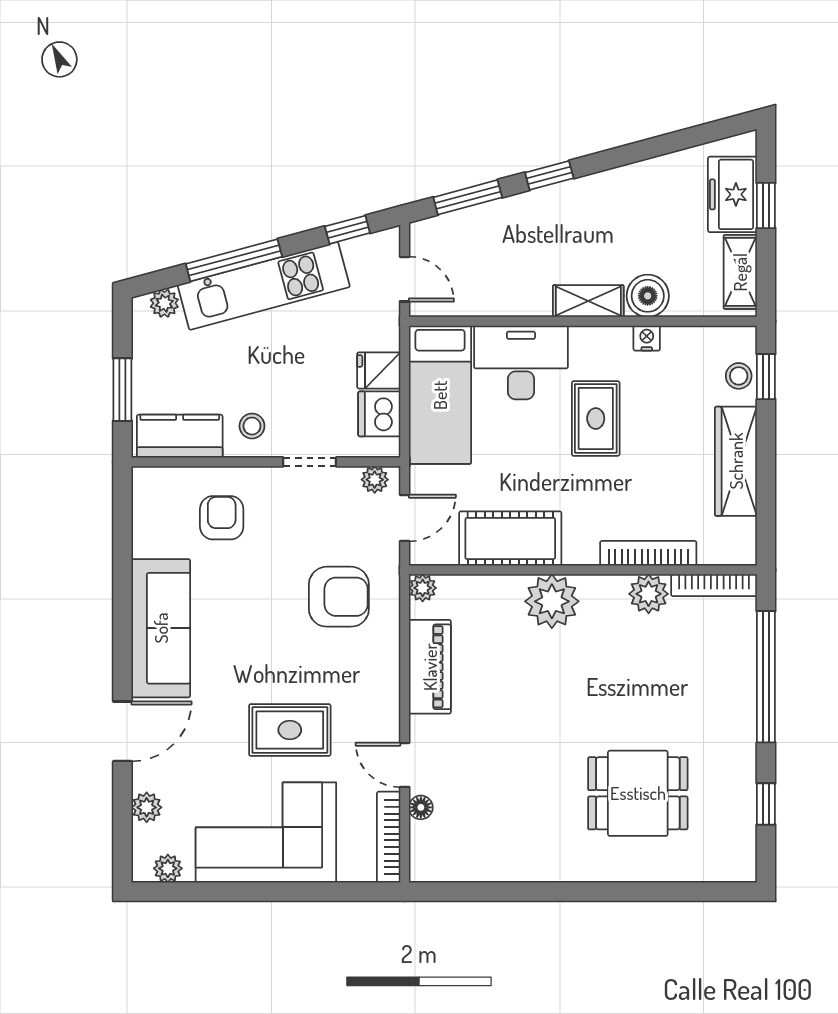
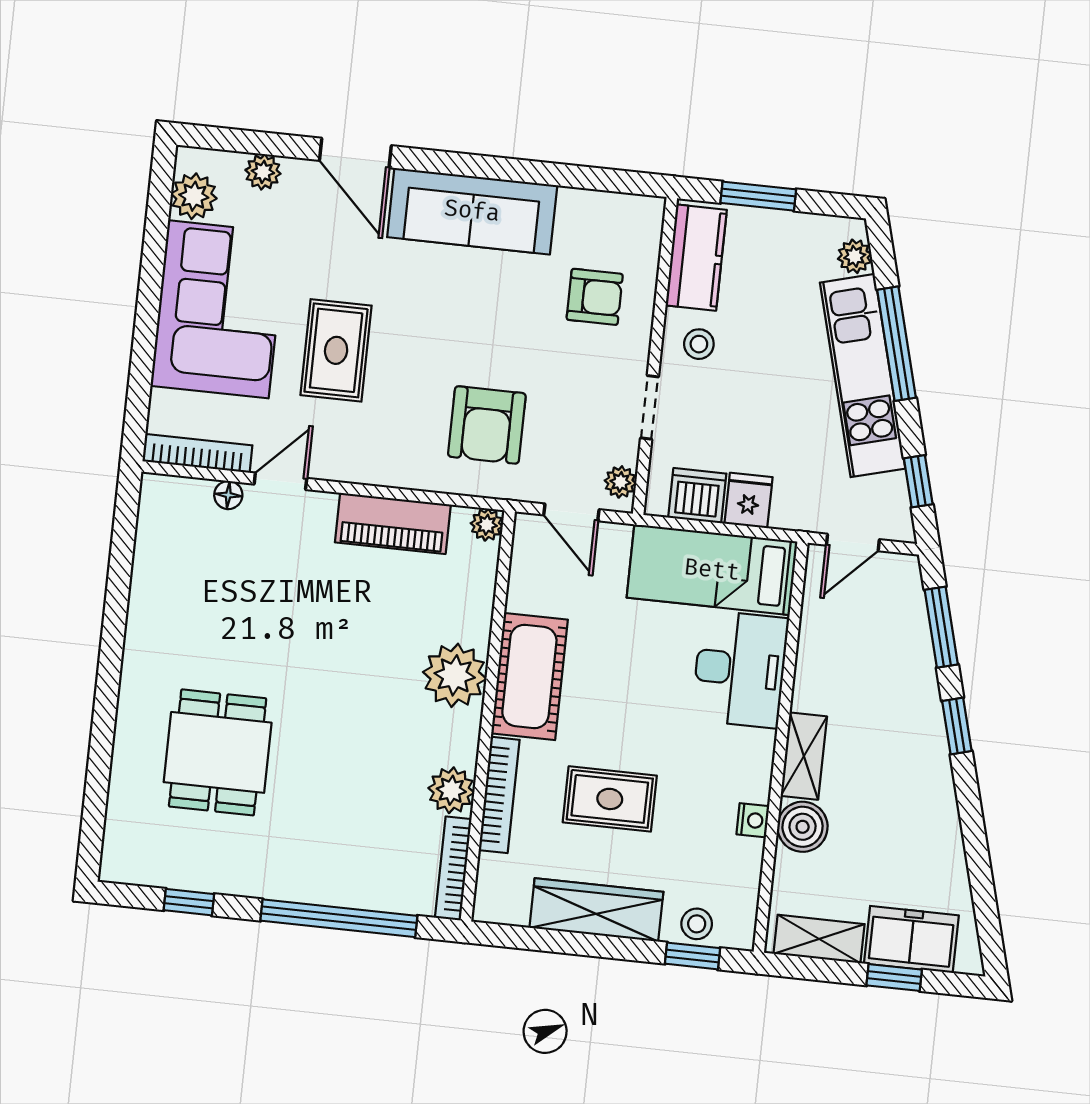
rug: (596, 418) -> (610, 799), moved
cot: (510, 538) -> (529, 677), moved
plant: (168, 868) -> (194, 196), width x1.38, depth x1.38

